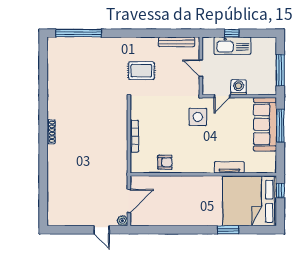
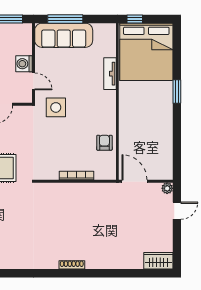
door: (129, 201) -> (134, 181), moved
wardrobe: (55, 213) -> (158, 261), added
window: (228, 230) -> (177, 92), moved

